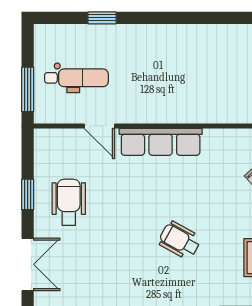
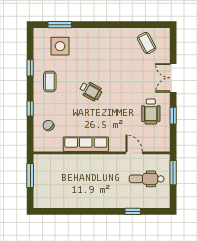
row of seats: (161, 142) -> (86, 144), moved

